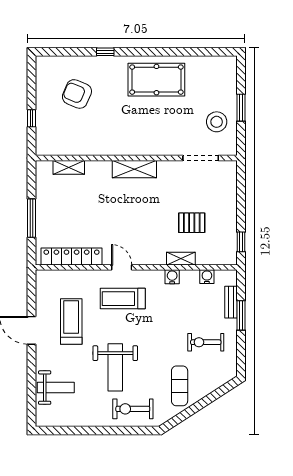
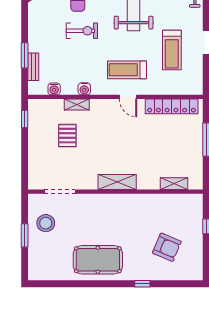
pallet: (192, 223) -> (67, 136), turned 90
treadmill: (123, 299) -> (127, 70), turned 180
exercise bike: (206, 342) -> (82, 31), moved

